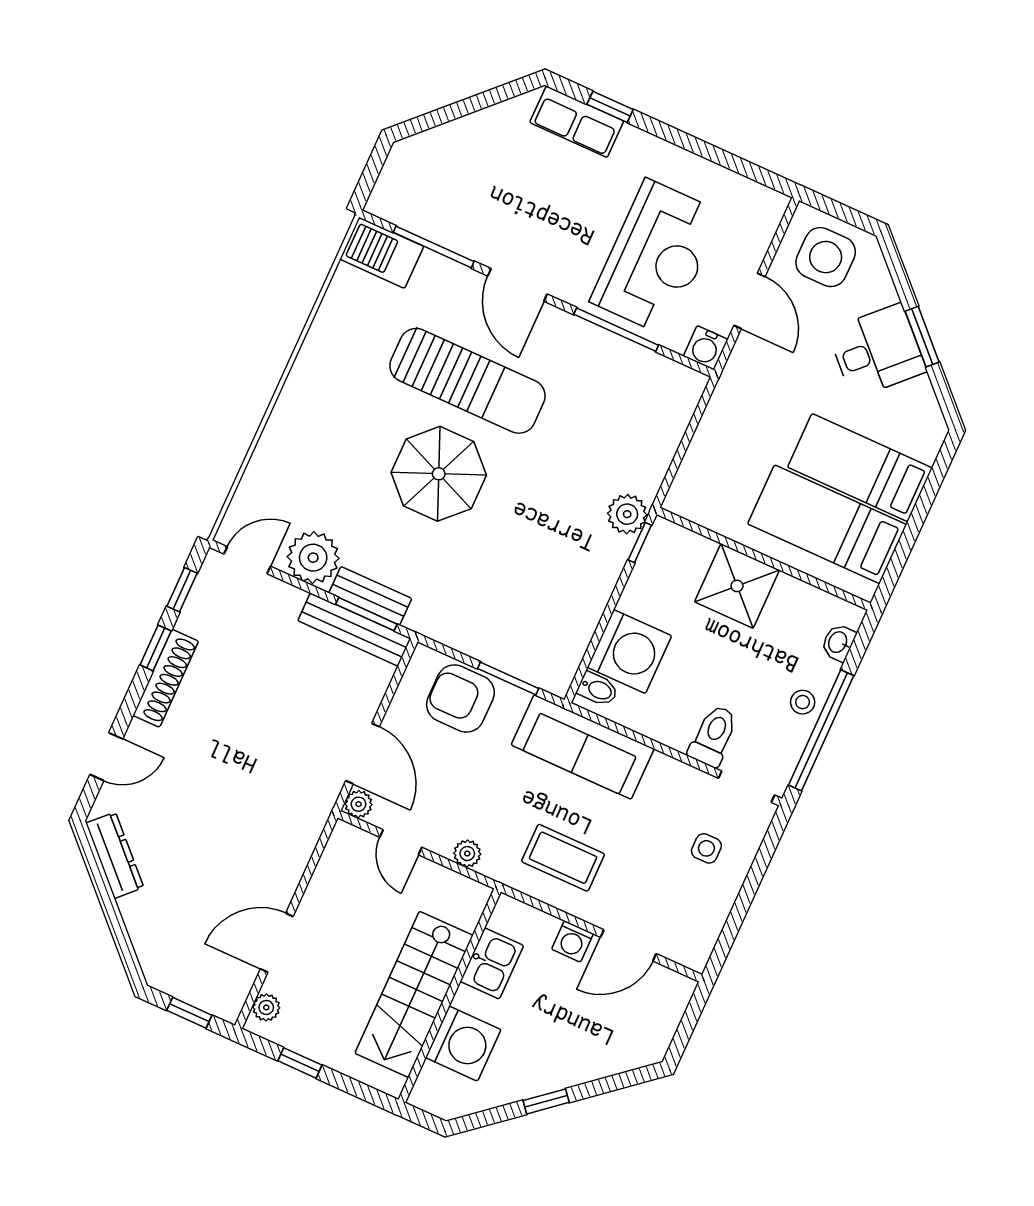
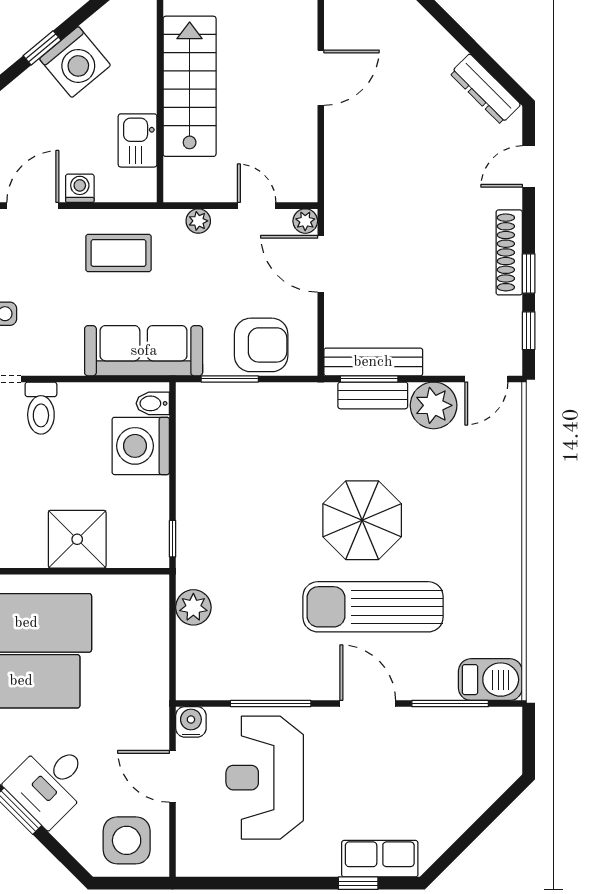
plant: (627, 514) -> (193, 607), moved
plant: (266, 1007) -> (305, 21), removed
washing machine: (463, 1044) -> (75, 62), moved, turned -130

